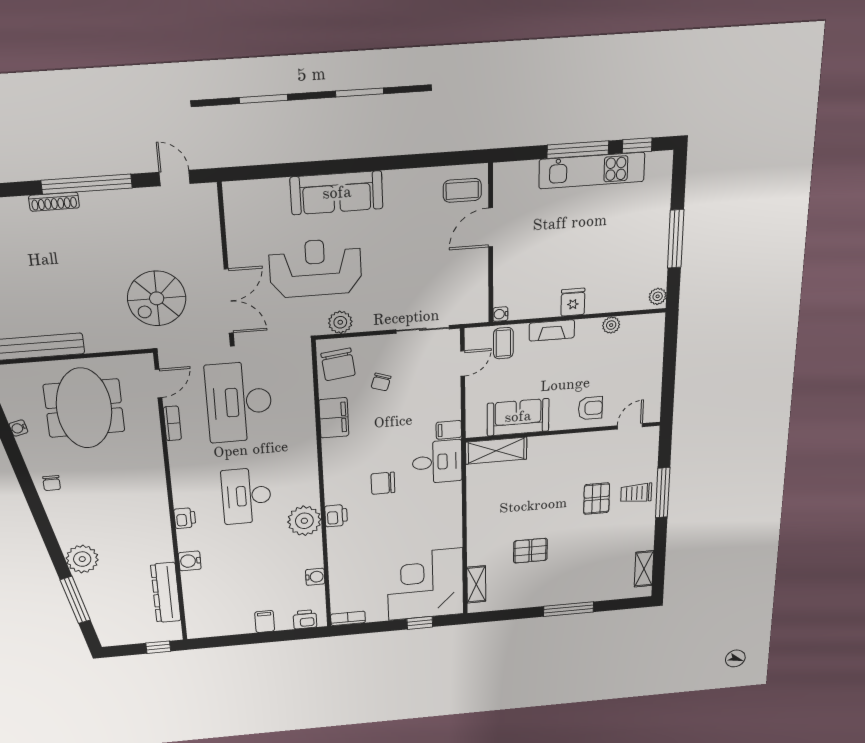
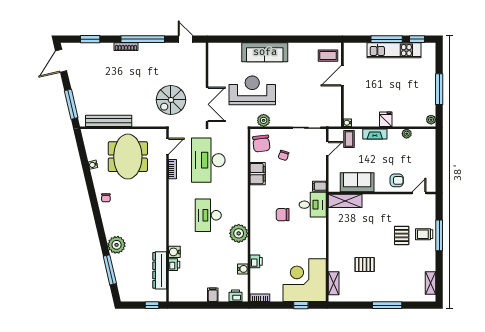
printer: (336, 516) -> (256, 261), moved
printer: (185, 518) -> (174, 265), moved

